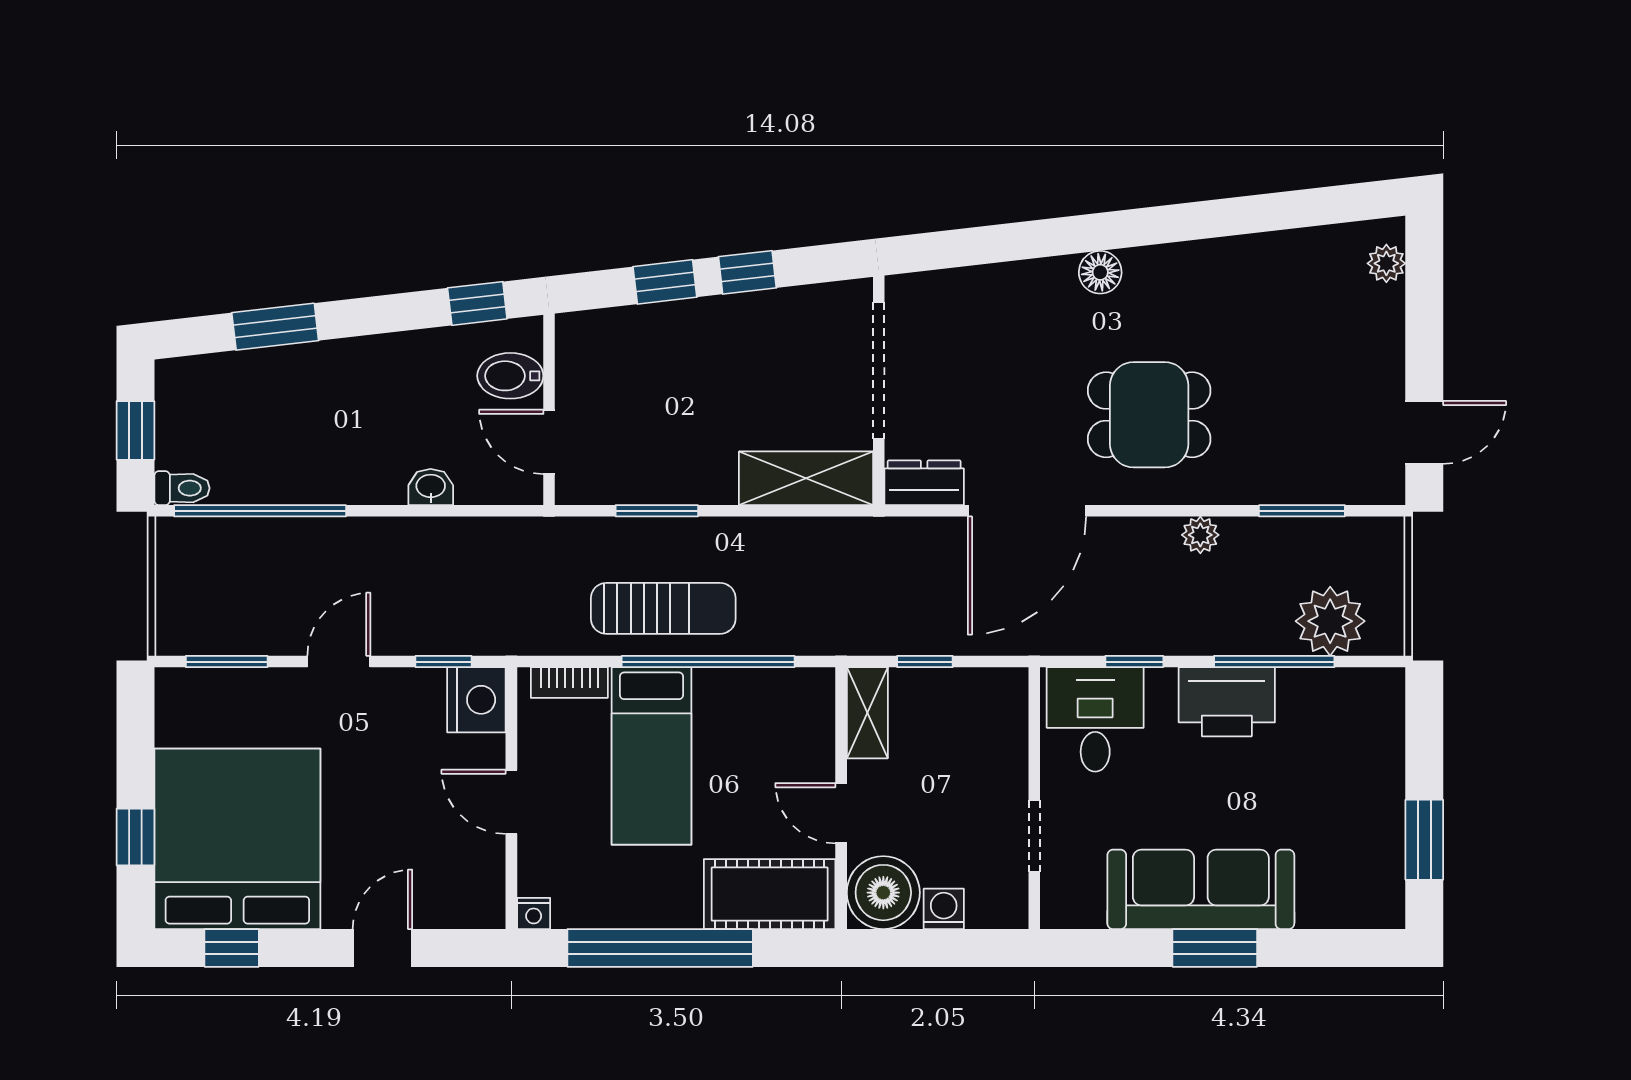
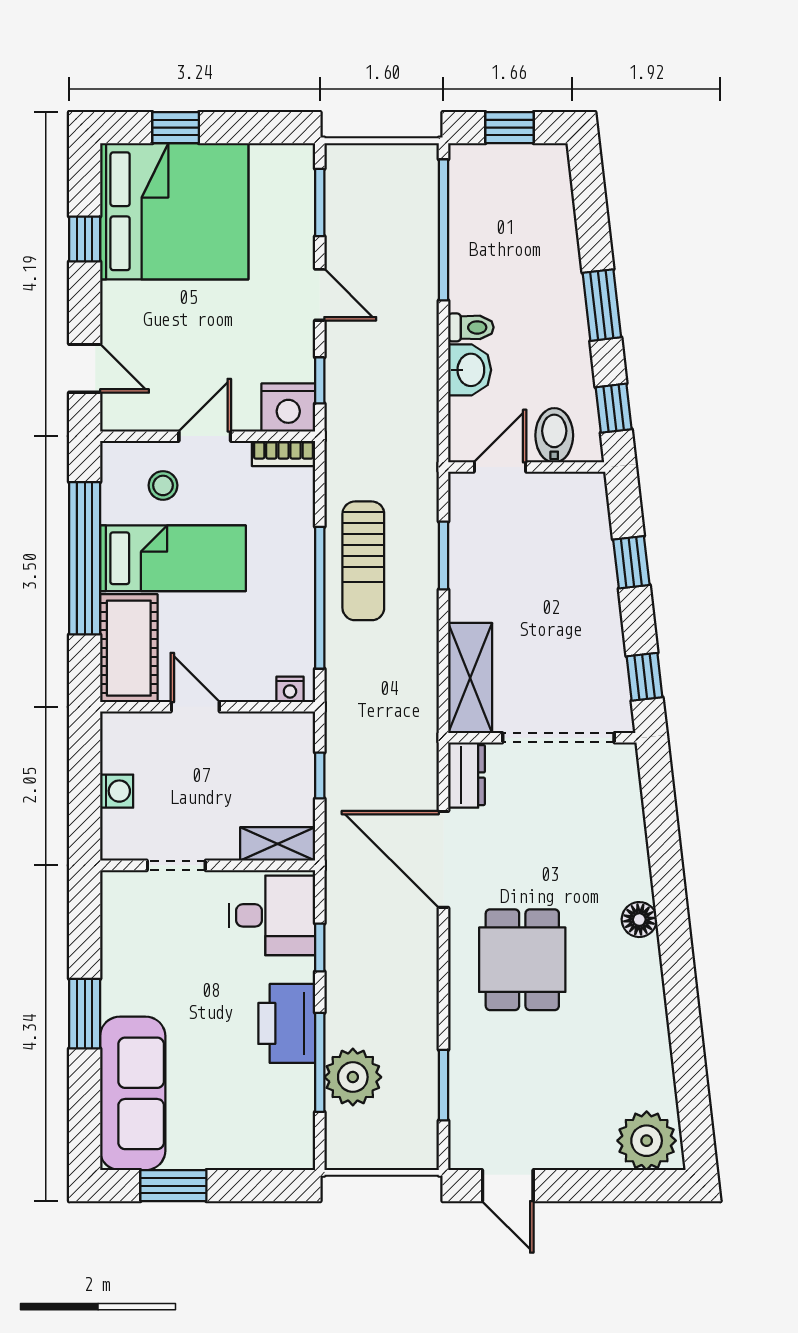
plant: (1386, 263) -> (647, 1141), width x1.88, depth x1.88
window: (747, 272) -> (645, 677), moved
window: (275, 327) -> (602, 305), moved
washbasin: (431, 487) -> (470, 370), width x1.38, depth x1.45
toilet: (182, 488) -> (471, 327), moved, turned -90
plant: (1200, 535) -> (424, 1002), removed
plant: (1330, 621) -> (353, 1077), moved
bookcase: (569, 683) -> (283, 453), moved, turned -90
shelving: (867, 713) -> (278, 844), moved
bed: (652, 756) -> (173, 558), moved, turned 180
door: (841, 813) -> (195, 707), hinge flipped
stool: (571, 852) -> (163, 485), added
sofa: (1201, 889) -> (133, 1093), moved
boiler: (883, 893) -> (130, 741), removed
nightstand: (534, 913) -> (290, 689), moved, turned -90
window: (232, 948) -> (85, 239), moved
door: (382, 948) -> (85, 368), moved

